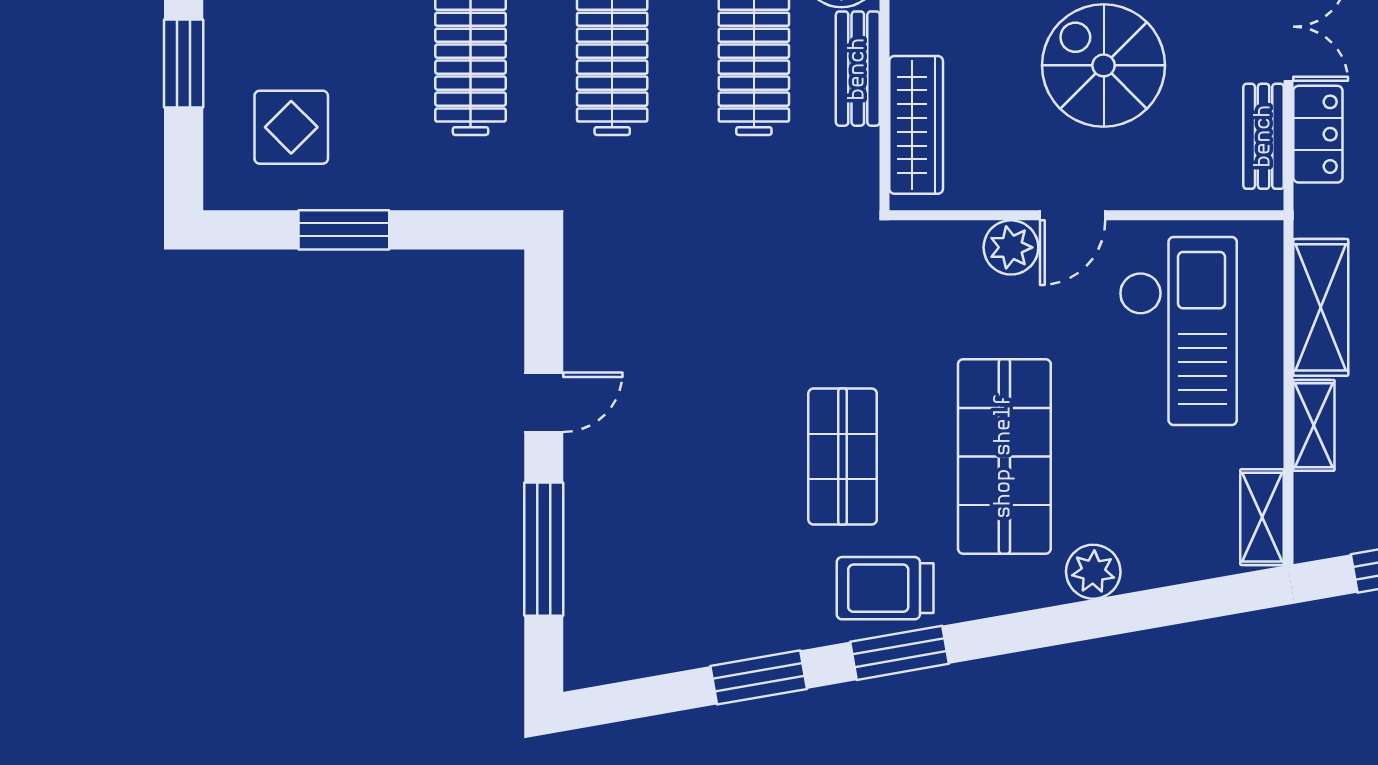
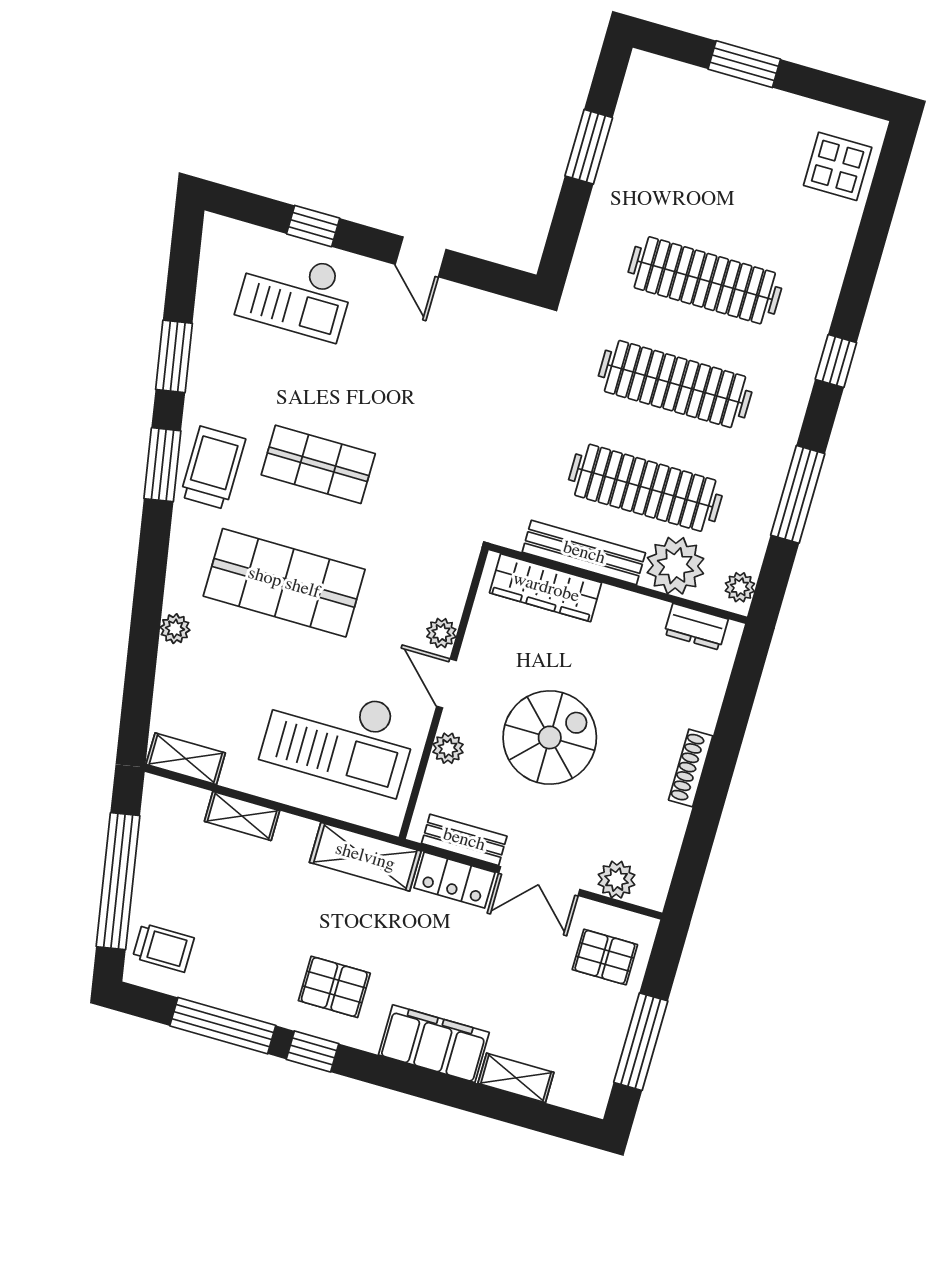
bench: (858, 69) -> (584, 553), width x1.36
display table: (291, 127) -> (675, 130), removed
plant: (1154, 190) -> (448, 748), added
plant: (1011, 247) -> (441, 633), width x0.73, depth x0.73
shelving: (1321, 307) -> (365, 857), moved
checkout: (635, 547) -> (295, 293), added
window: (544, 549) -> (313, 226), width x0.46
plant: (1093, 572) -> (175, 629), width x0.73, depth x0.73

